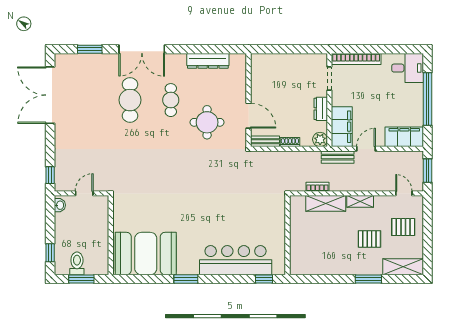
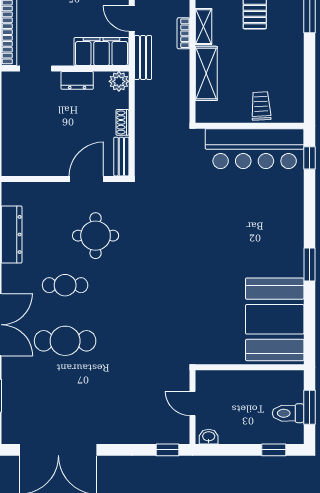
bookcase: (317, 187) -> (183, 33), moved
trolley: (302, 243) -> (261, 106), added
bar counter: (236, 260) -> (255, 149), moved, turned -90

